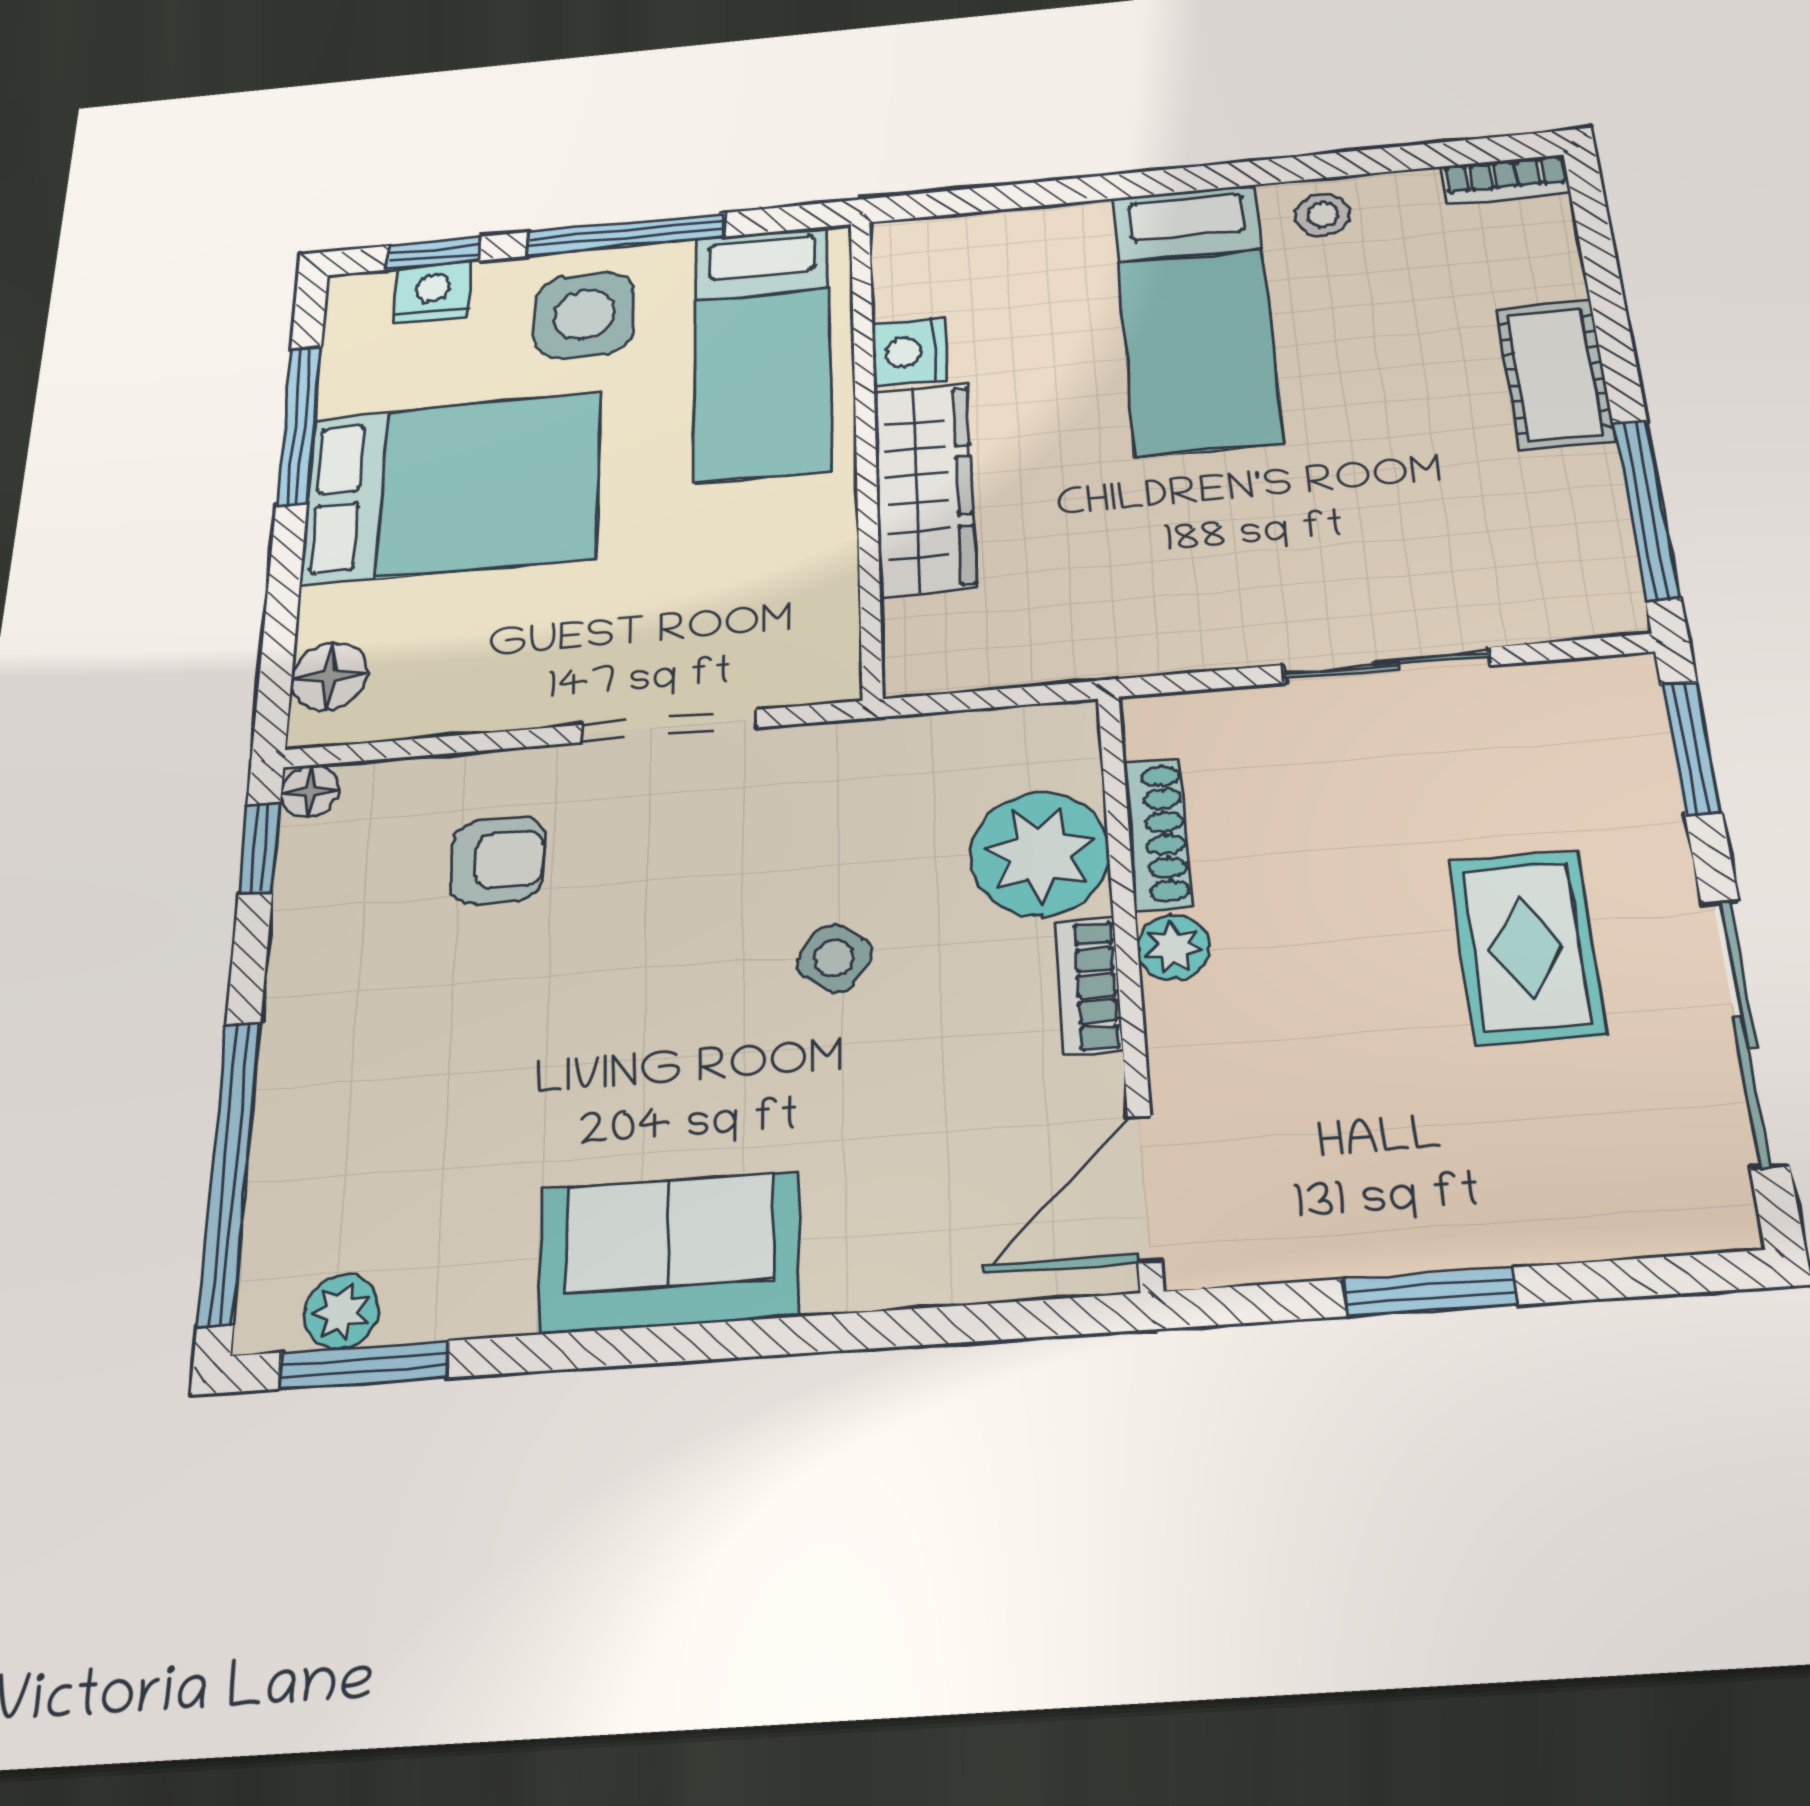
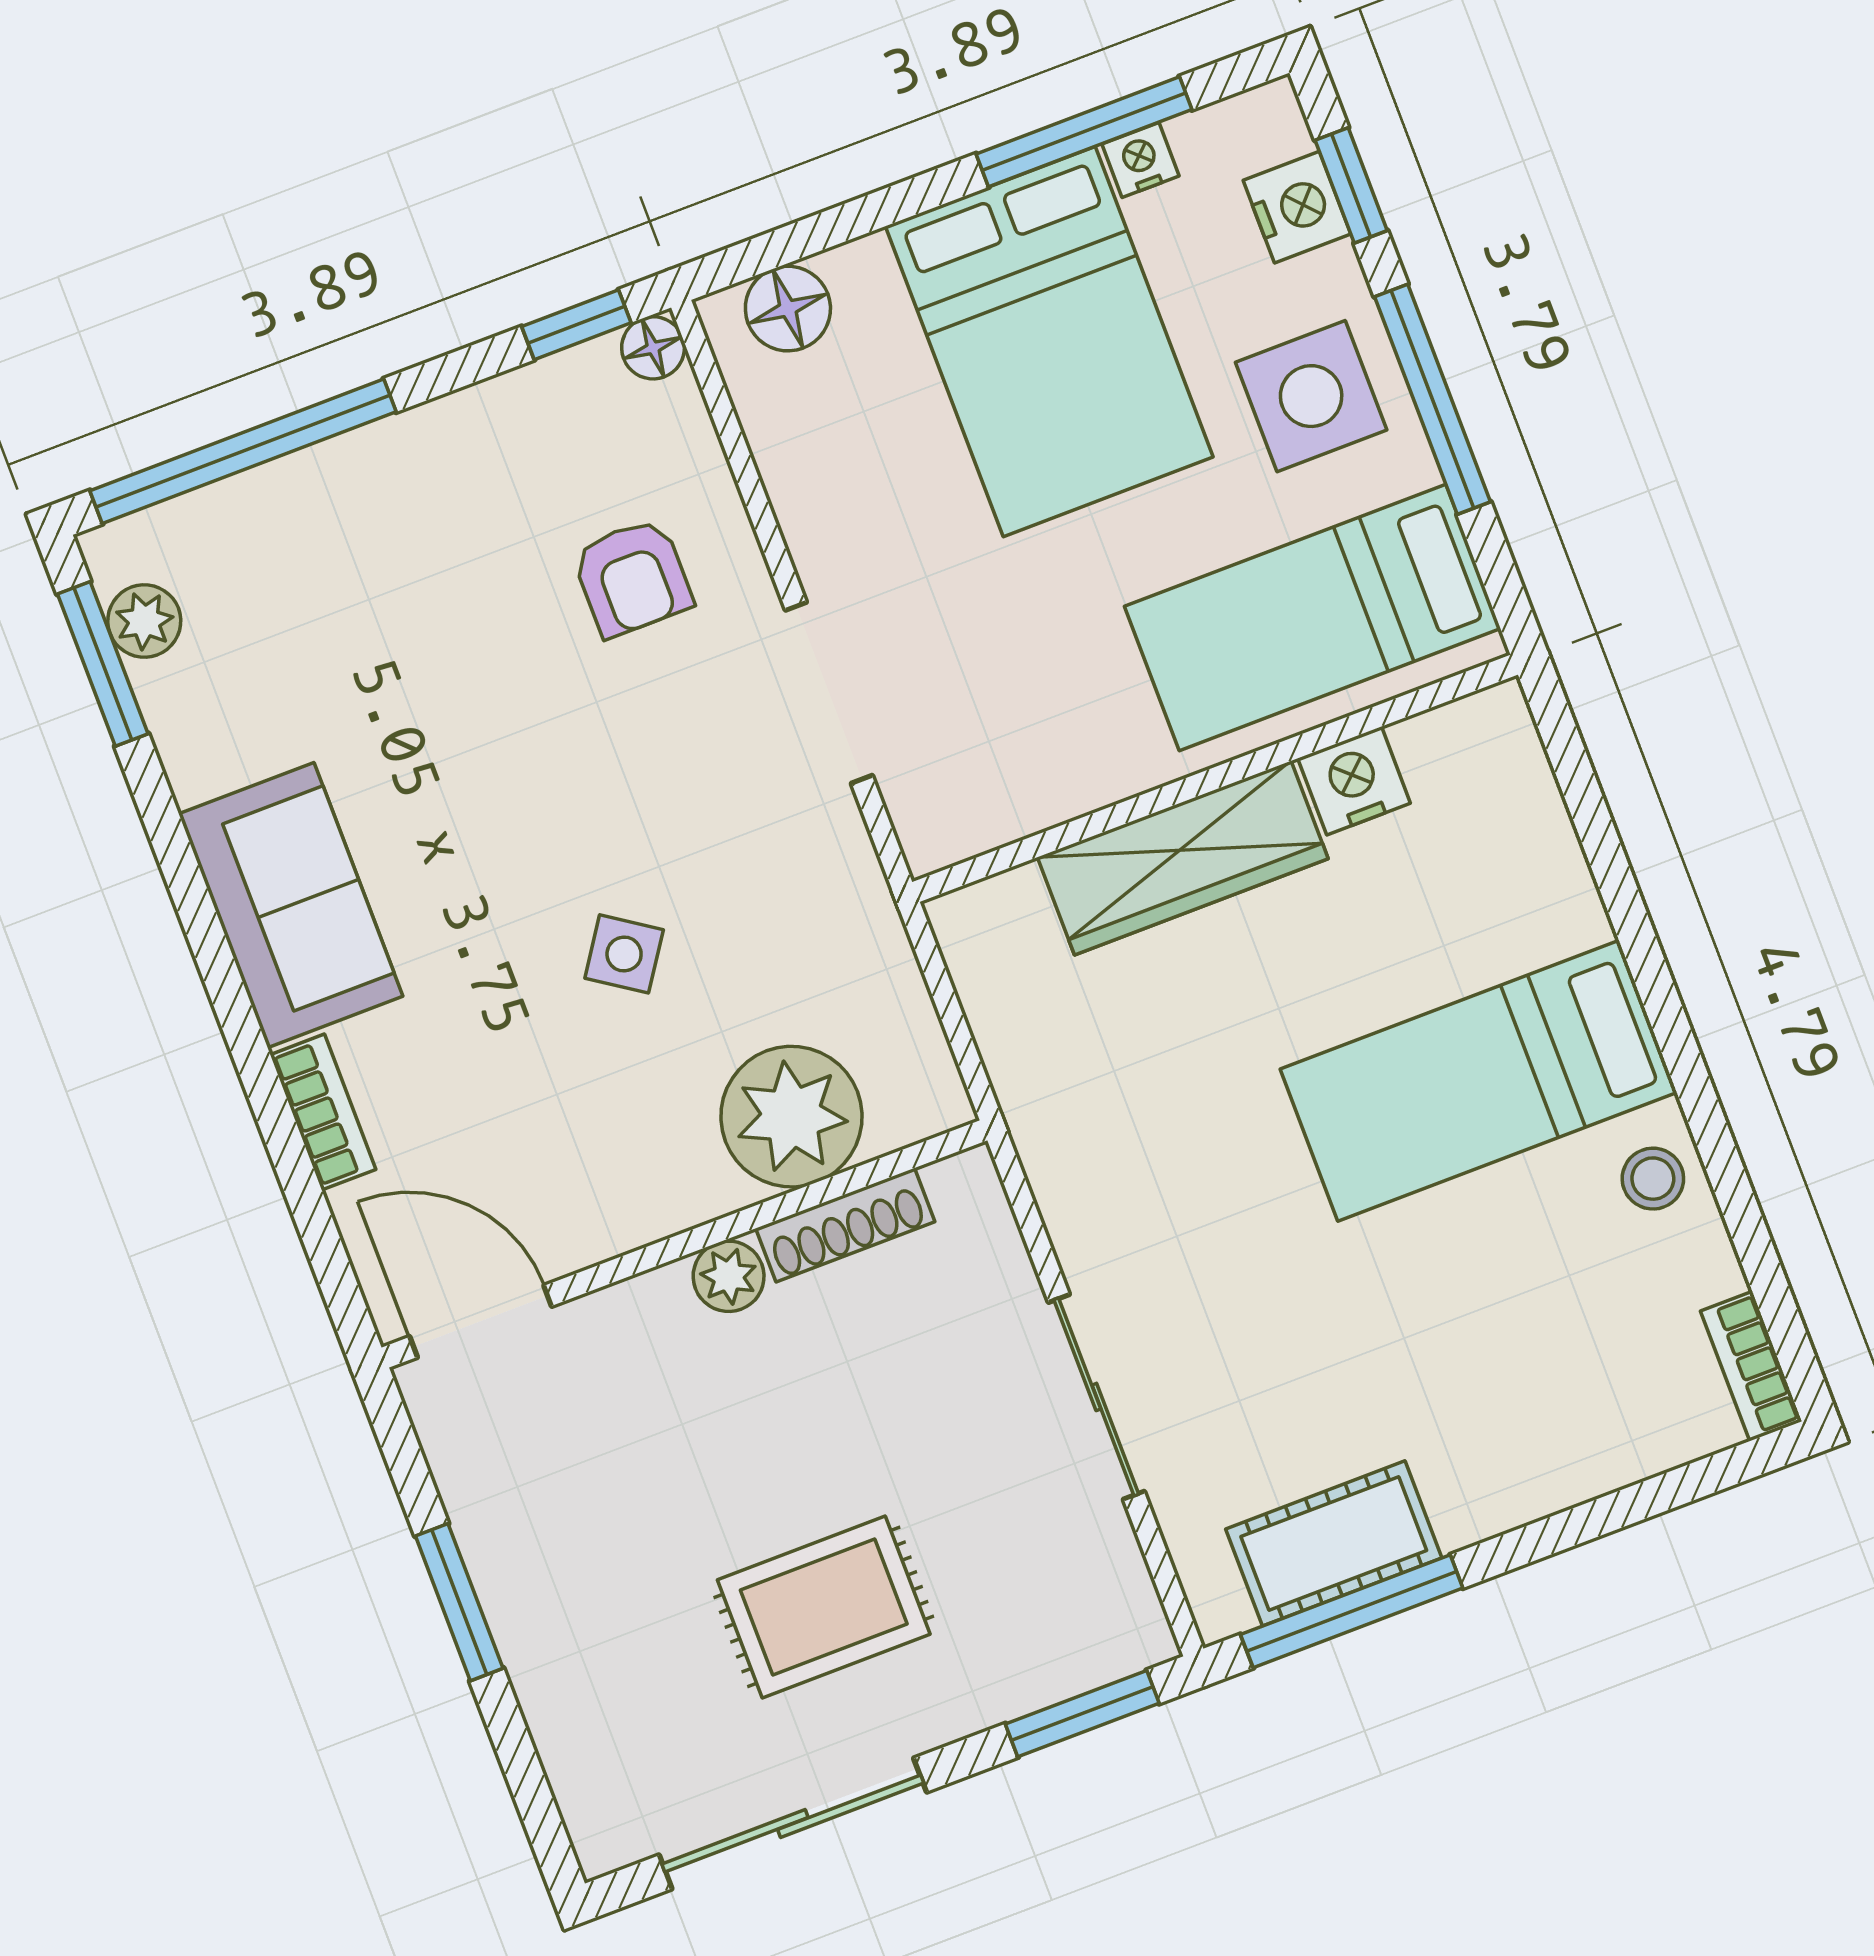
cot: (1555, 374) -> (1334, 1543), moved
nightstand: (341, 390) -> (1140, 160), added
bookcase: (1089, 986) -> (323, 1112), moved, turned 90

